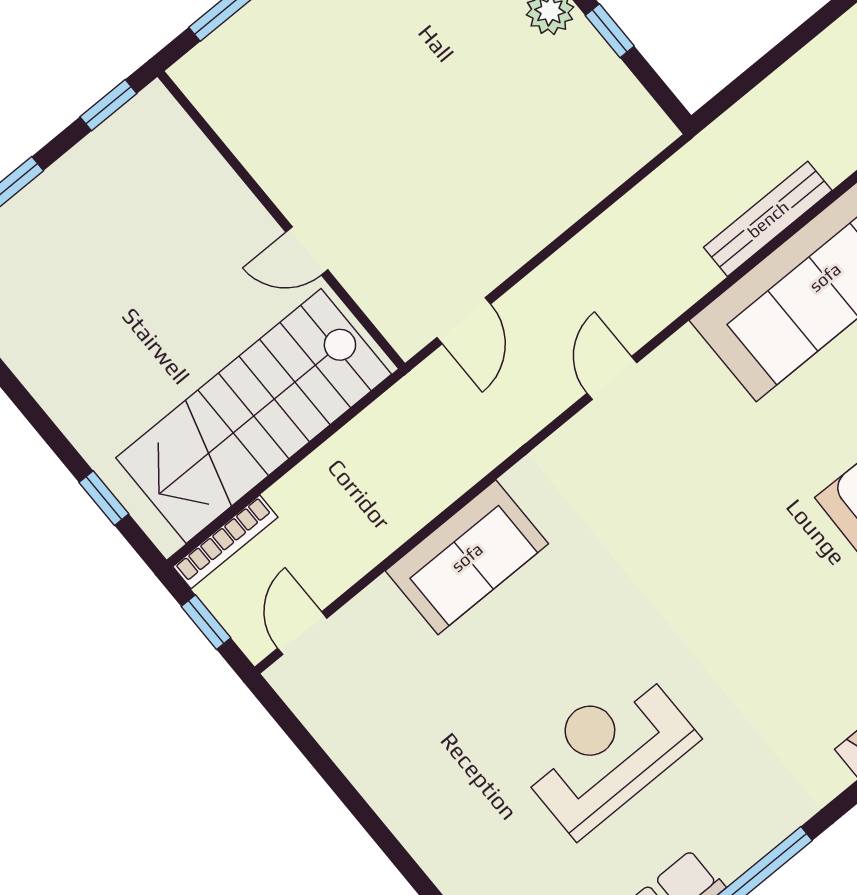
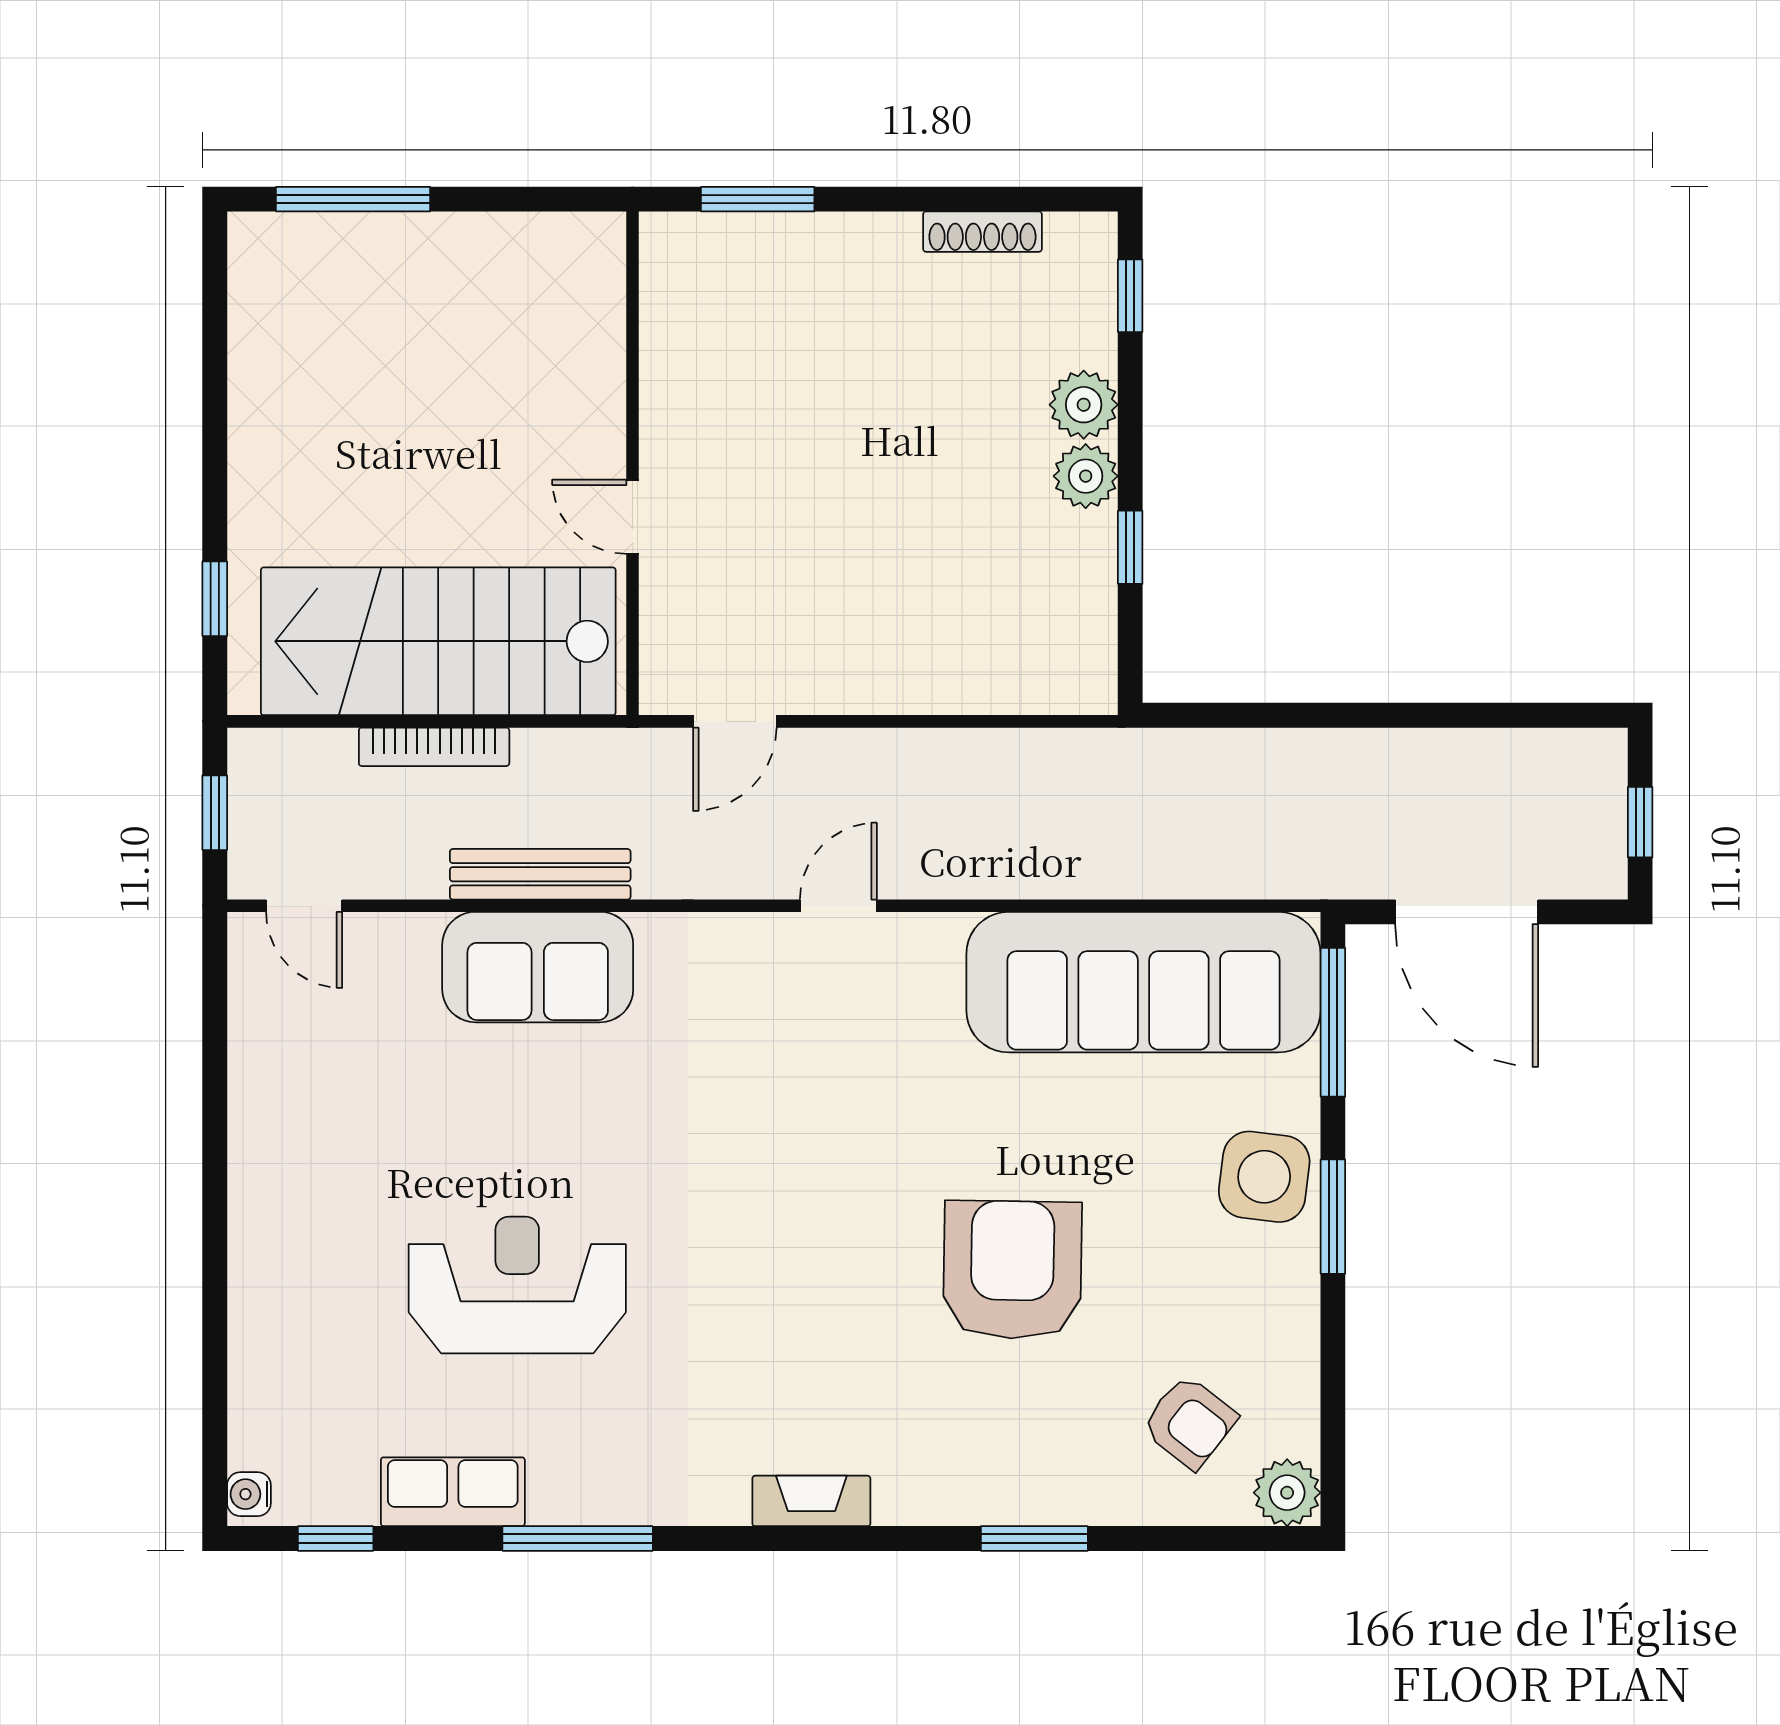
window: (108, 105) -> (552, 199), removed
bench: (768, 219) -> (540, 874), moved
bookcase: (225, 542) -> (434, 747), moved
door: (302, 633) -> (304, 906), swing flipped

